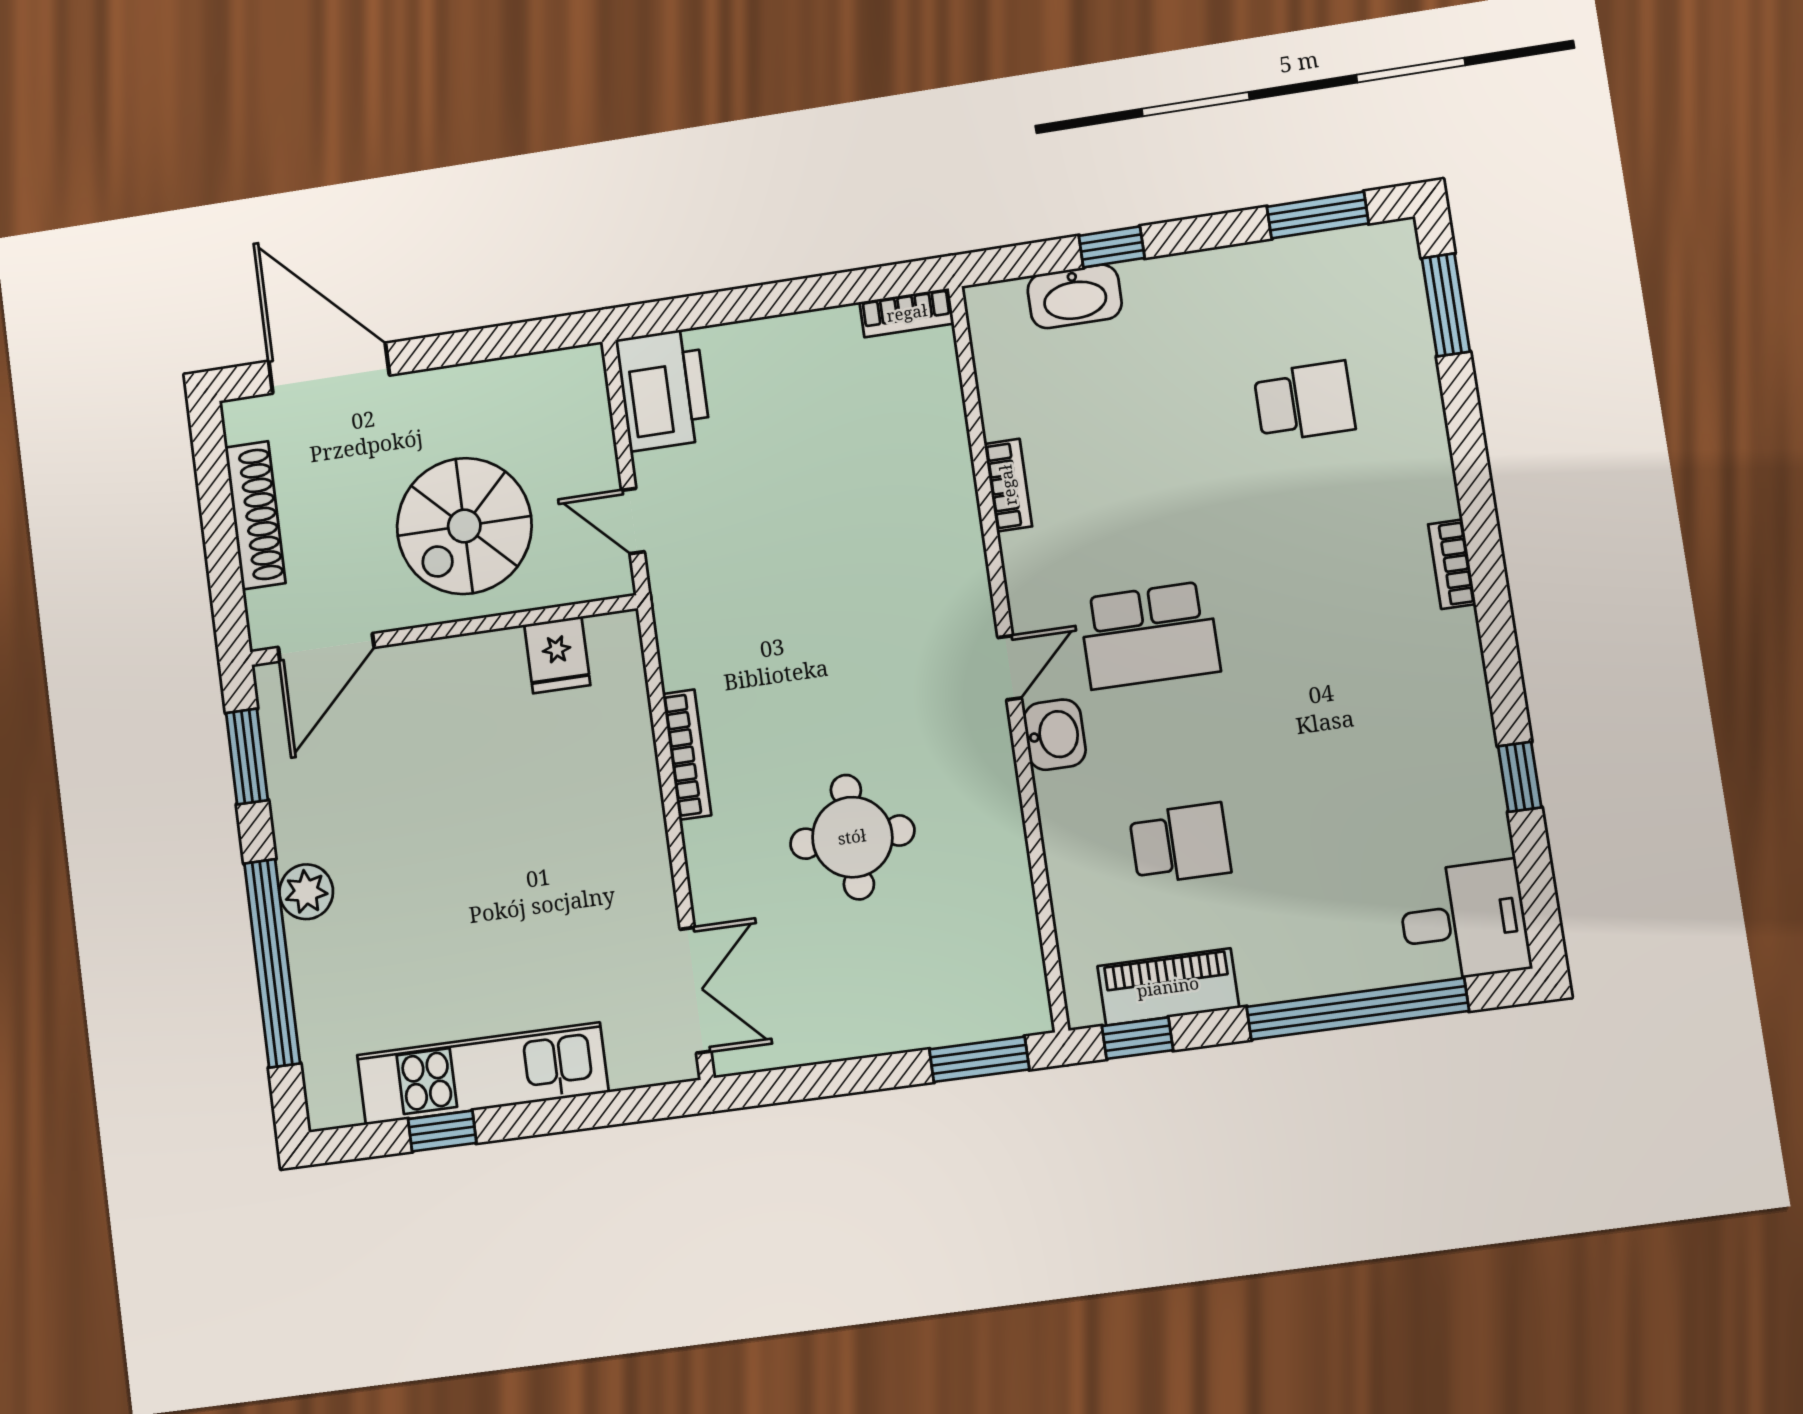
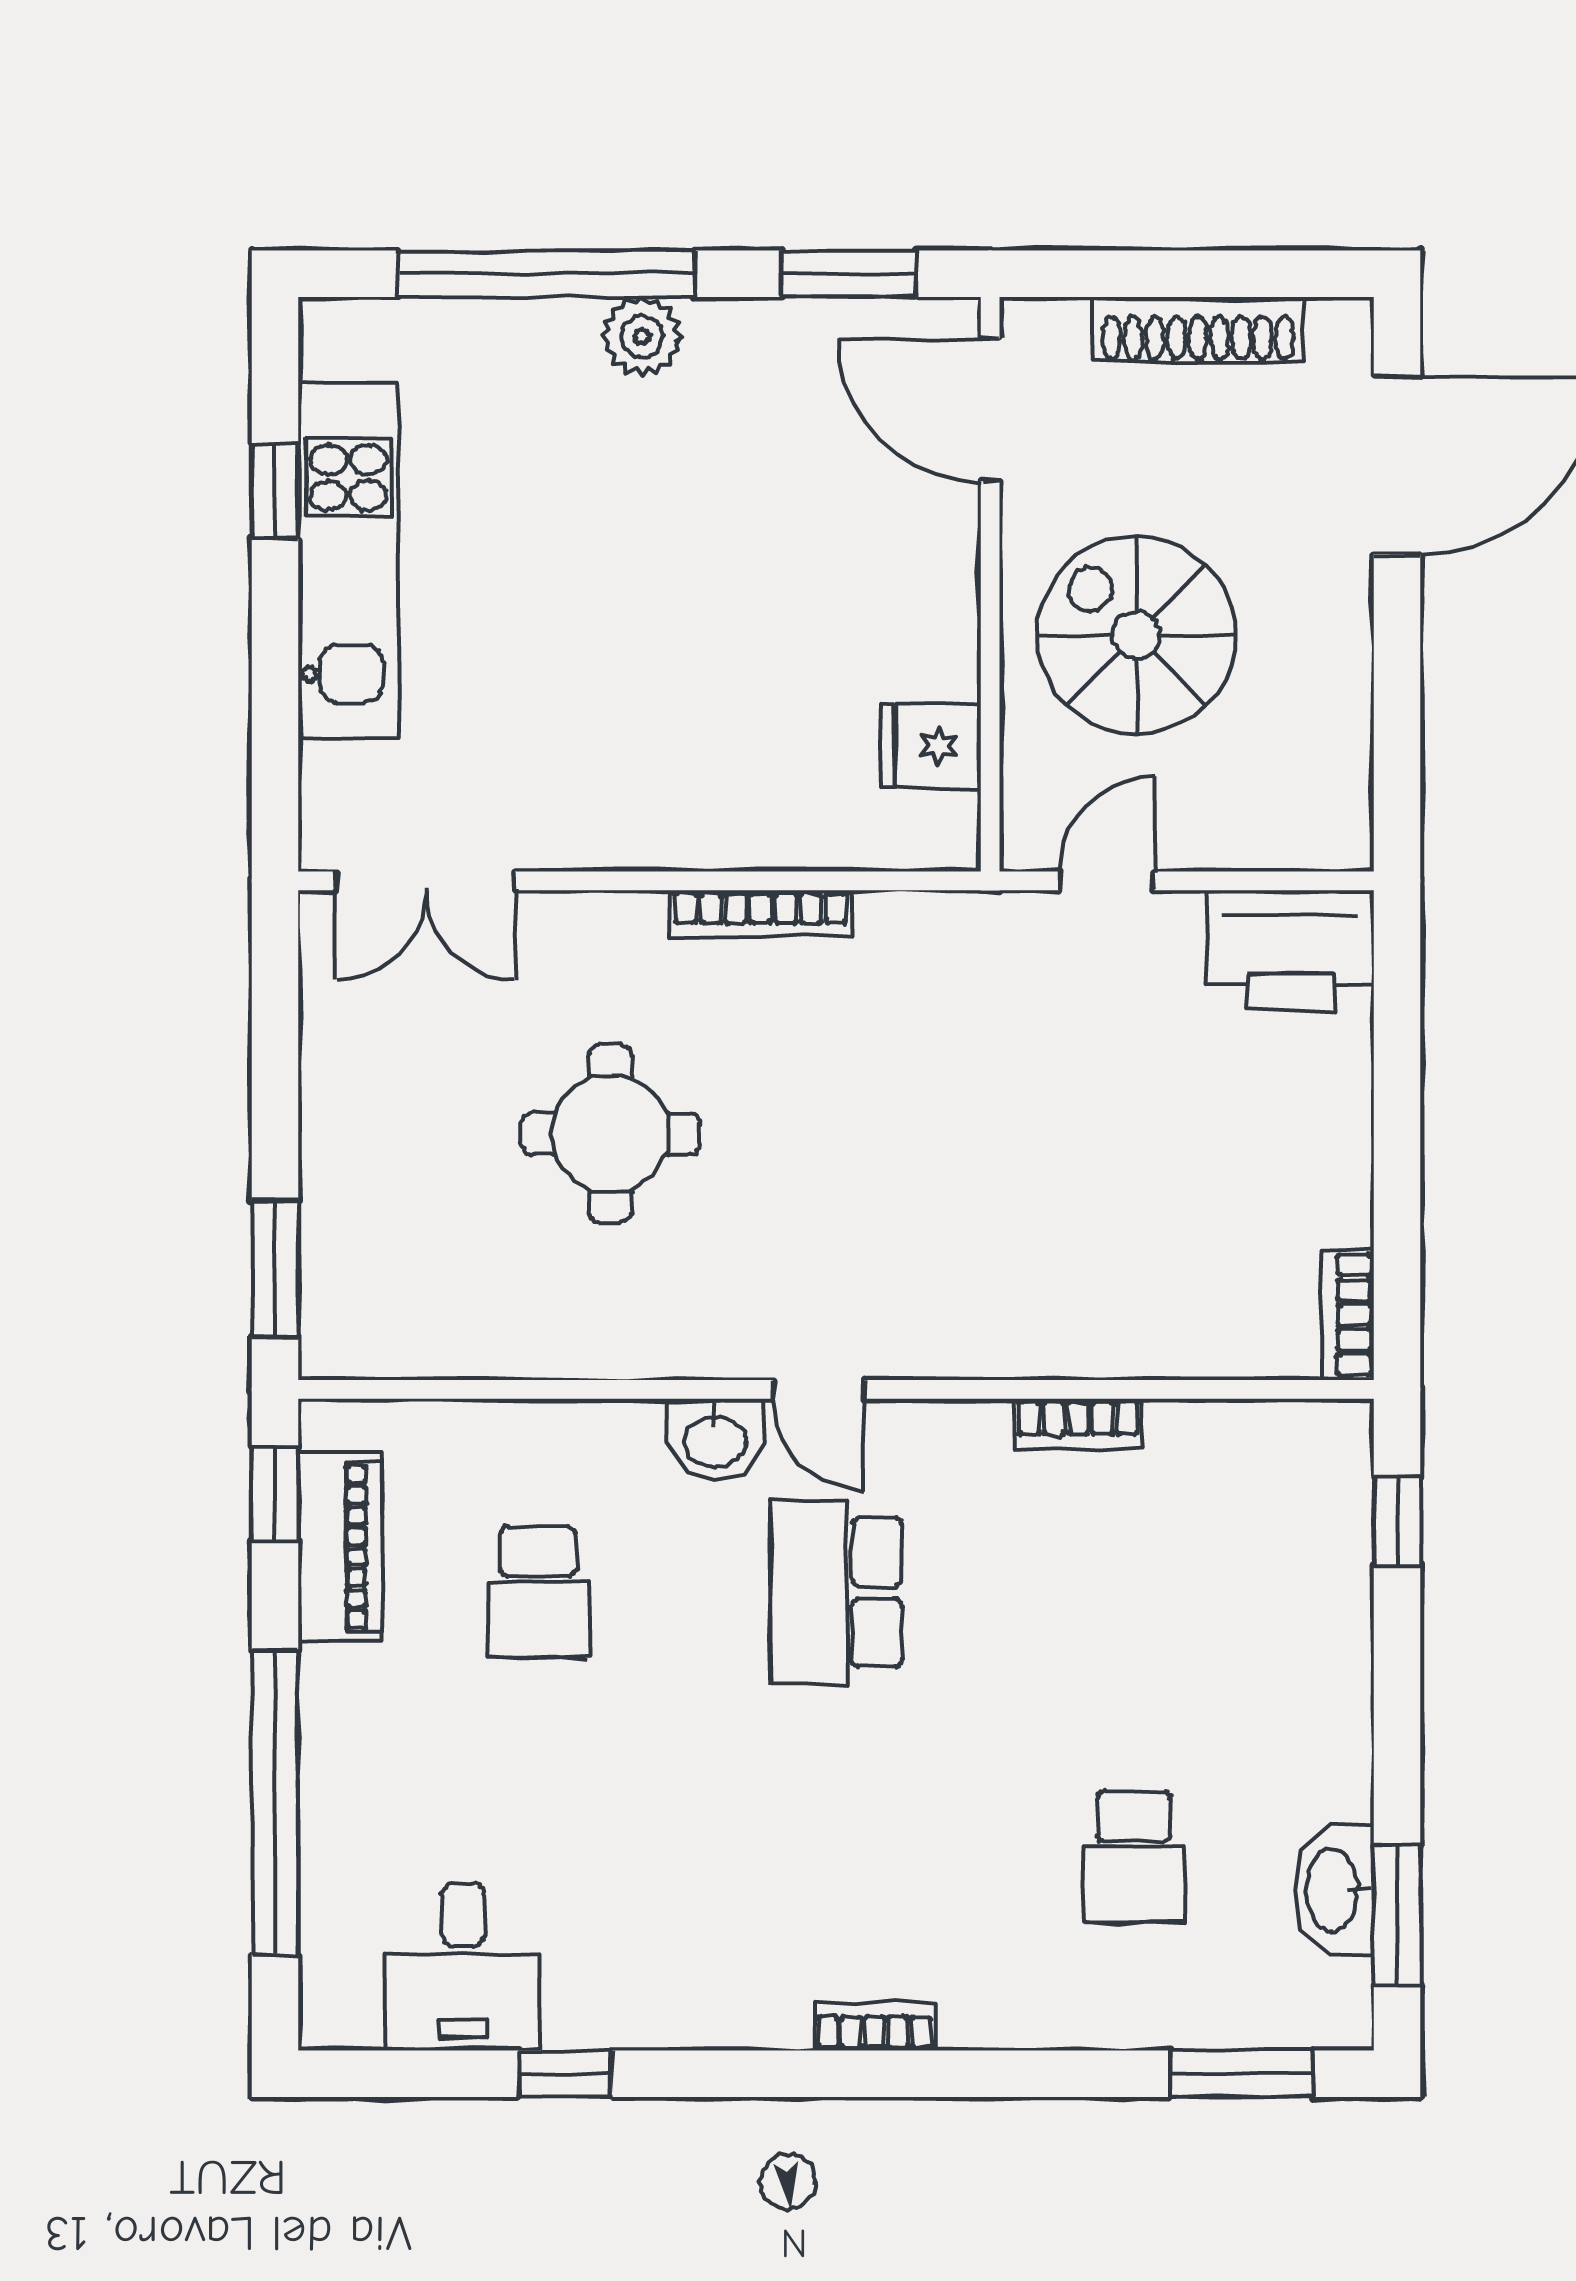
window: (1112, 247) -> (1397, 1522), moved
washbasin: (1075, 296) -> (1334, 1890), moved
desk: (1464, 921) -> (463, 1967), moved

